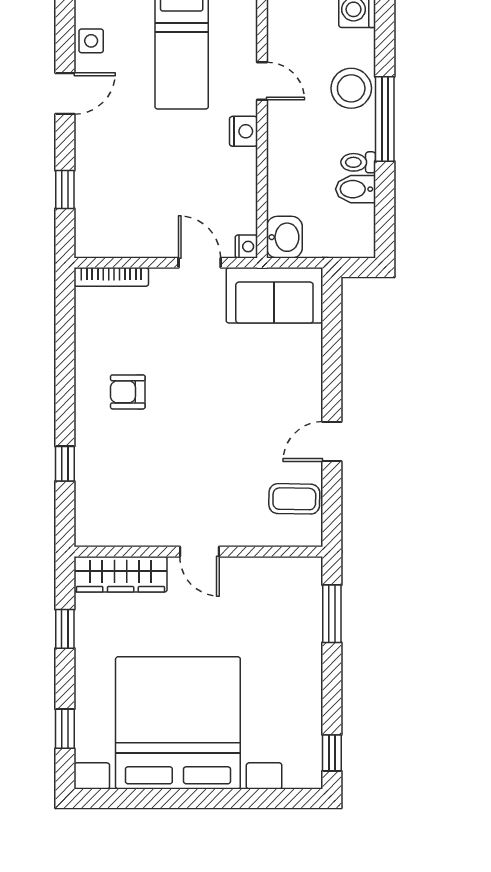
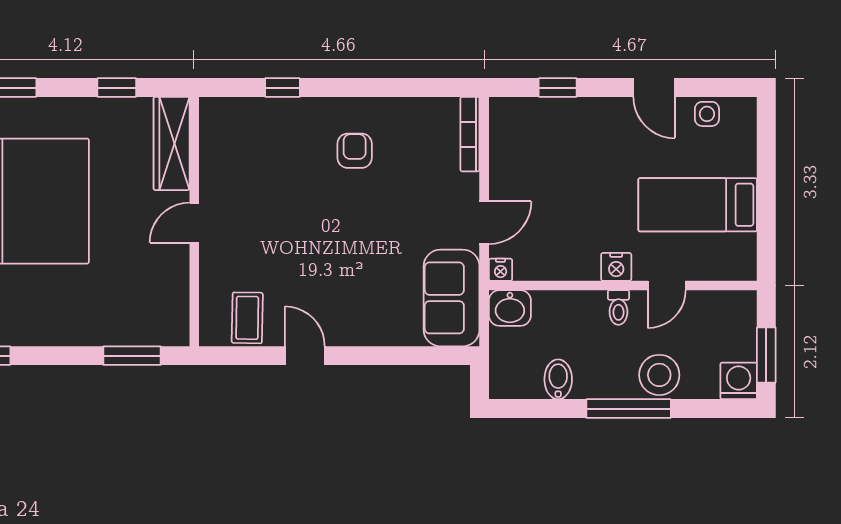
toilet: (358, 162) -> (618, 307), moved, turned 180

